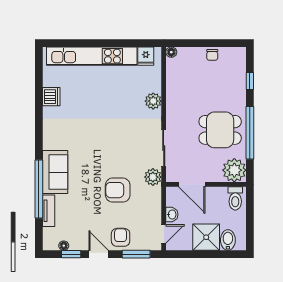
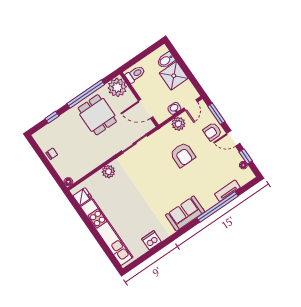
sofa: (55, 172) -> (185, 213), moved
plant: (153, 177) -> (178, 124), moved
door: (192, 184) -> (146, 109), swing flipped
door: (164, 234) -> (191, 105), swing flipped
door: (99, 254) -> (233, 138), hinge flipped

